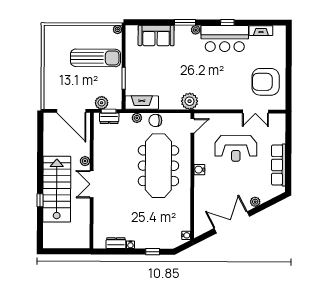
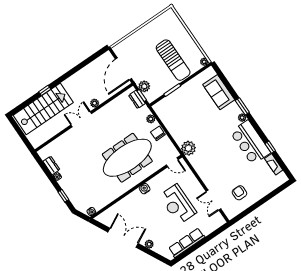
window: (227, 22) -> (270, 147), moved
armchair: (266, 82) -> (239, 193), width x0.53, depth x0.53
fireplace: (142, 103) -> (164, 115), removed
stairs: (57, 189) -> (43, 109), moved

